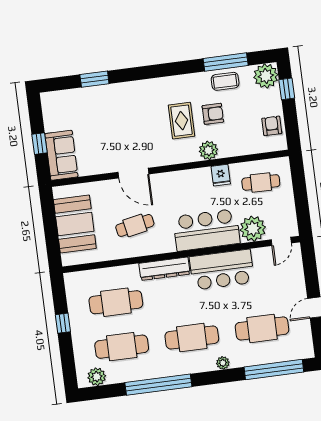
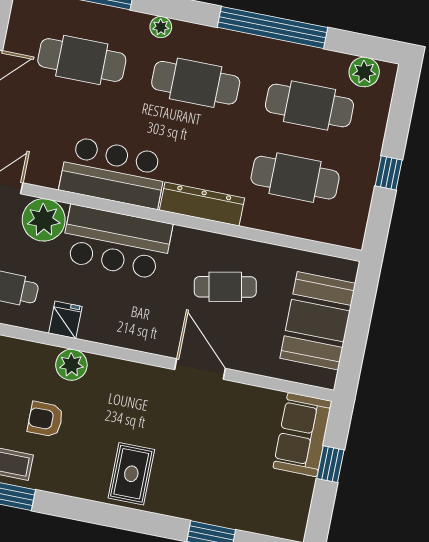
rug: (182, 121) -> (131, 474), moved

